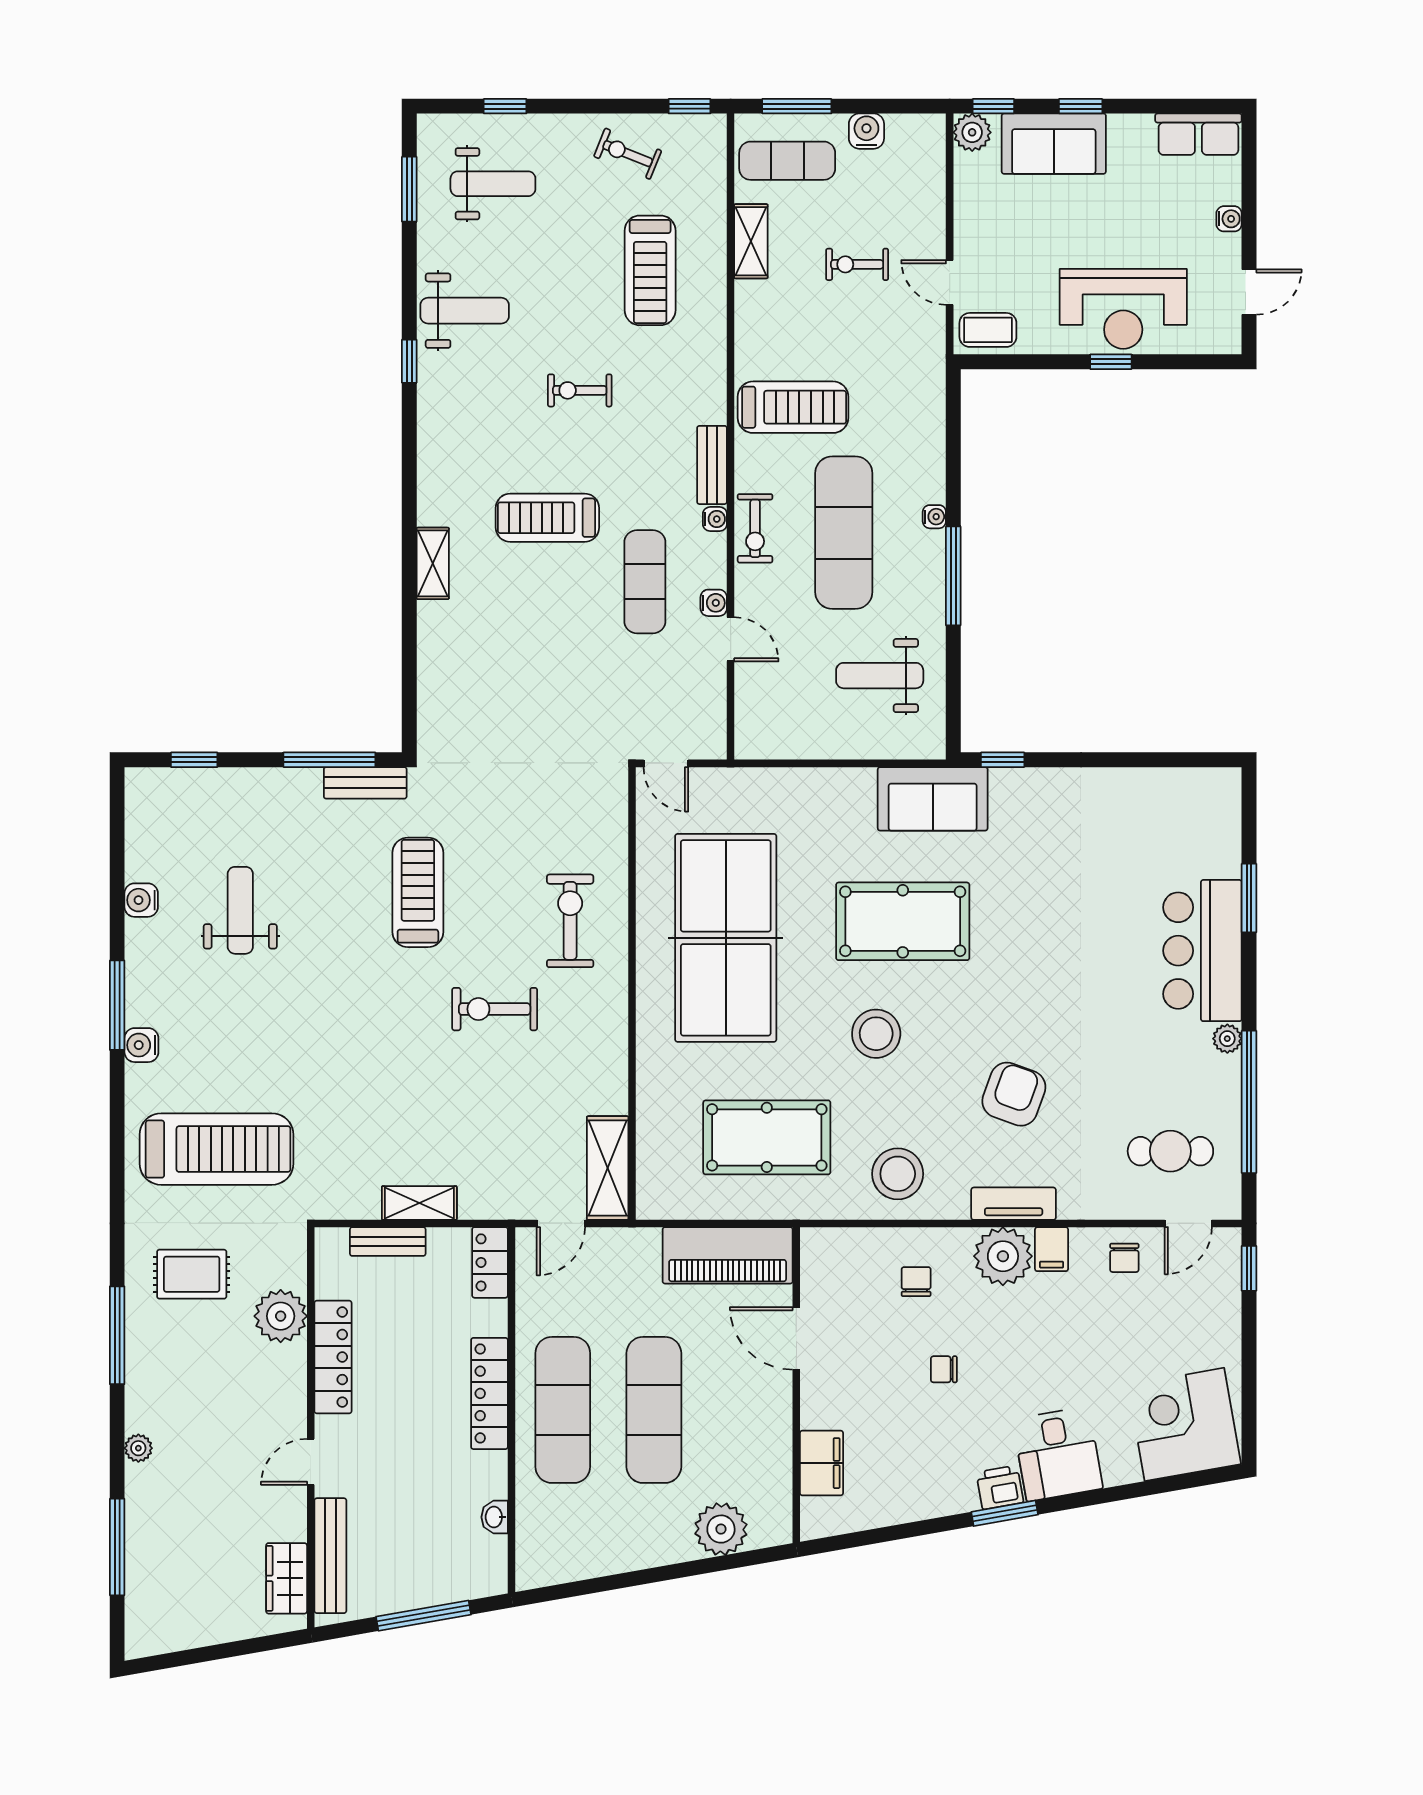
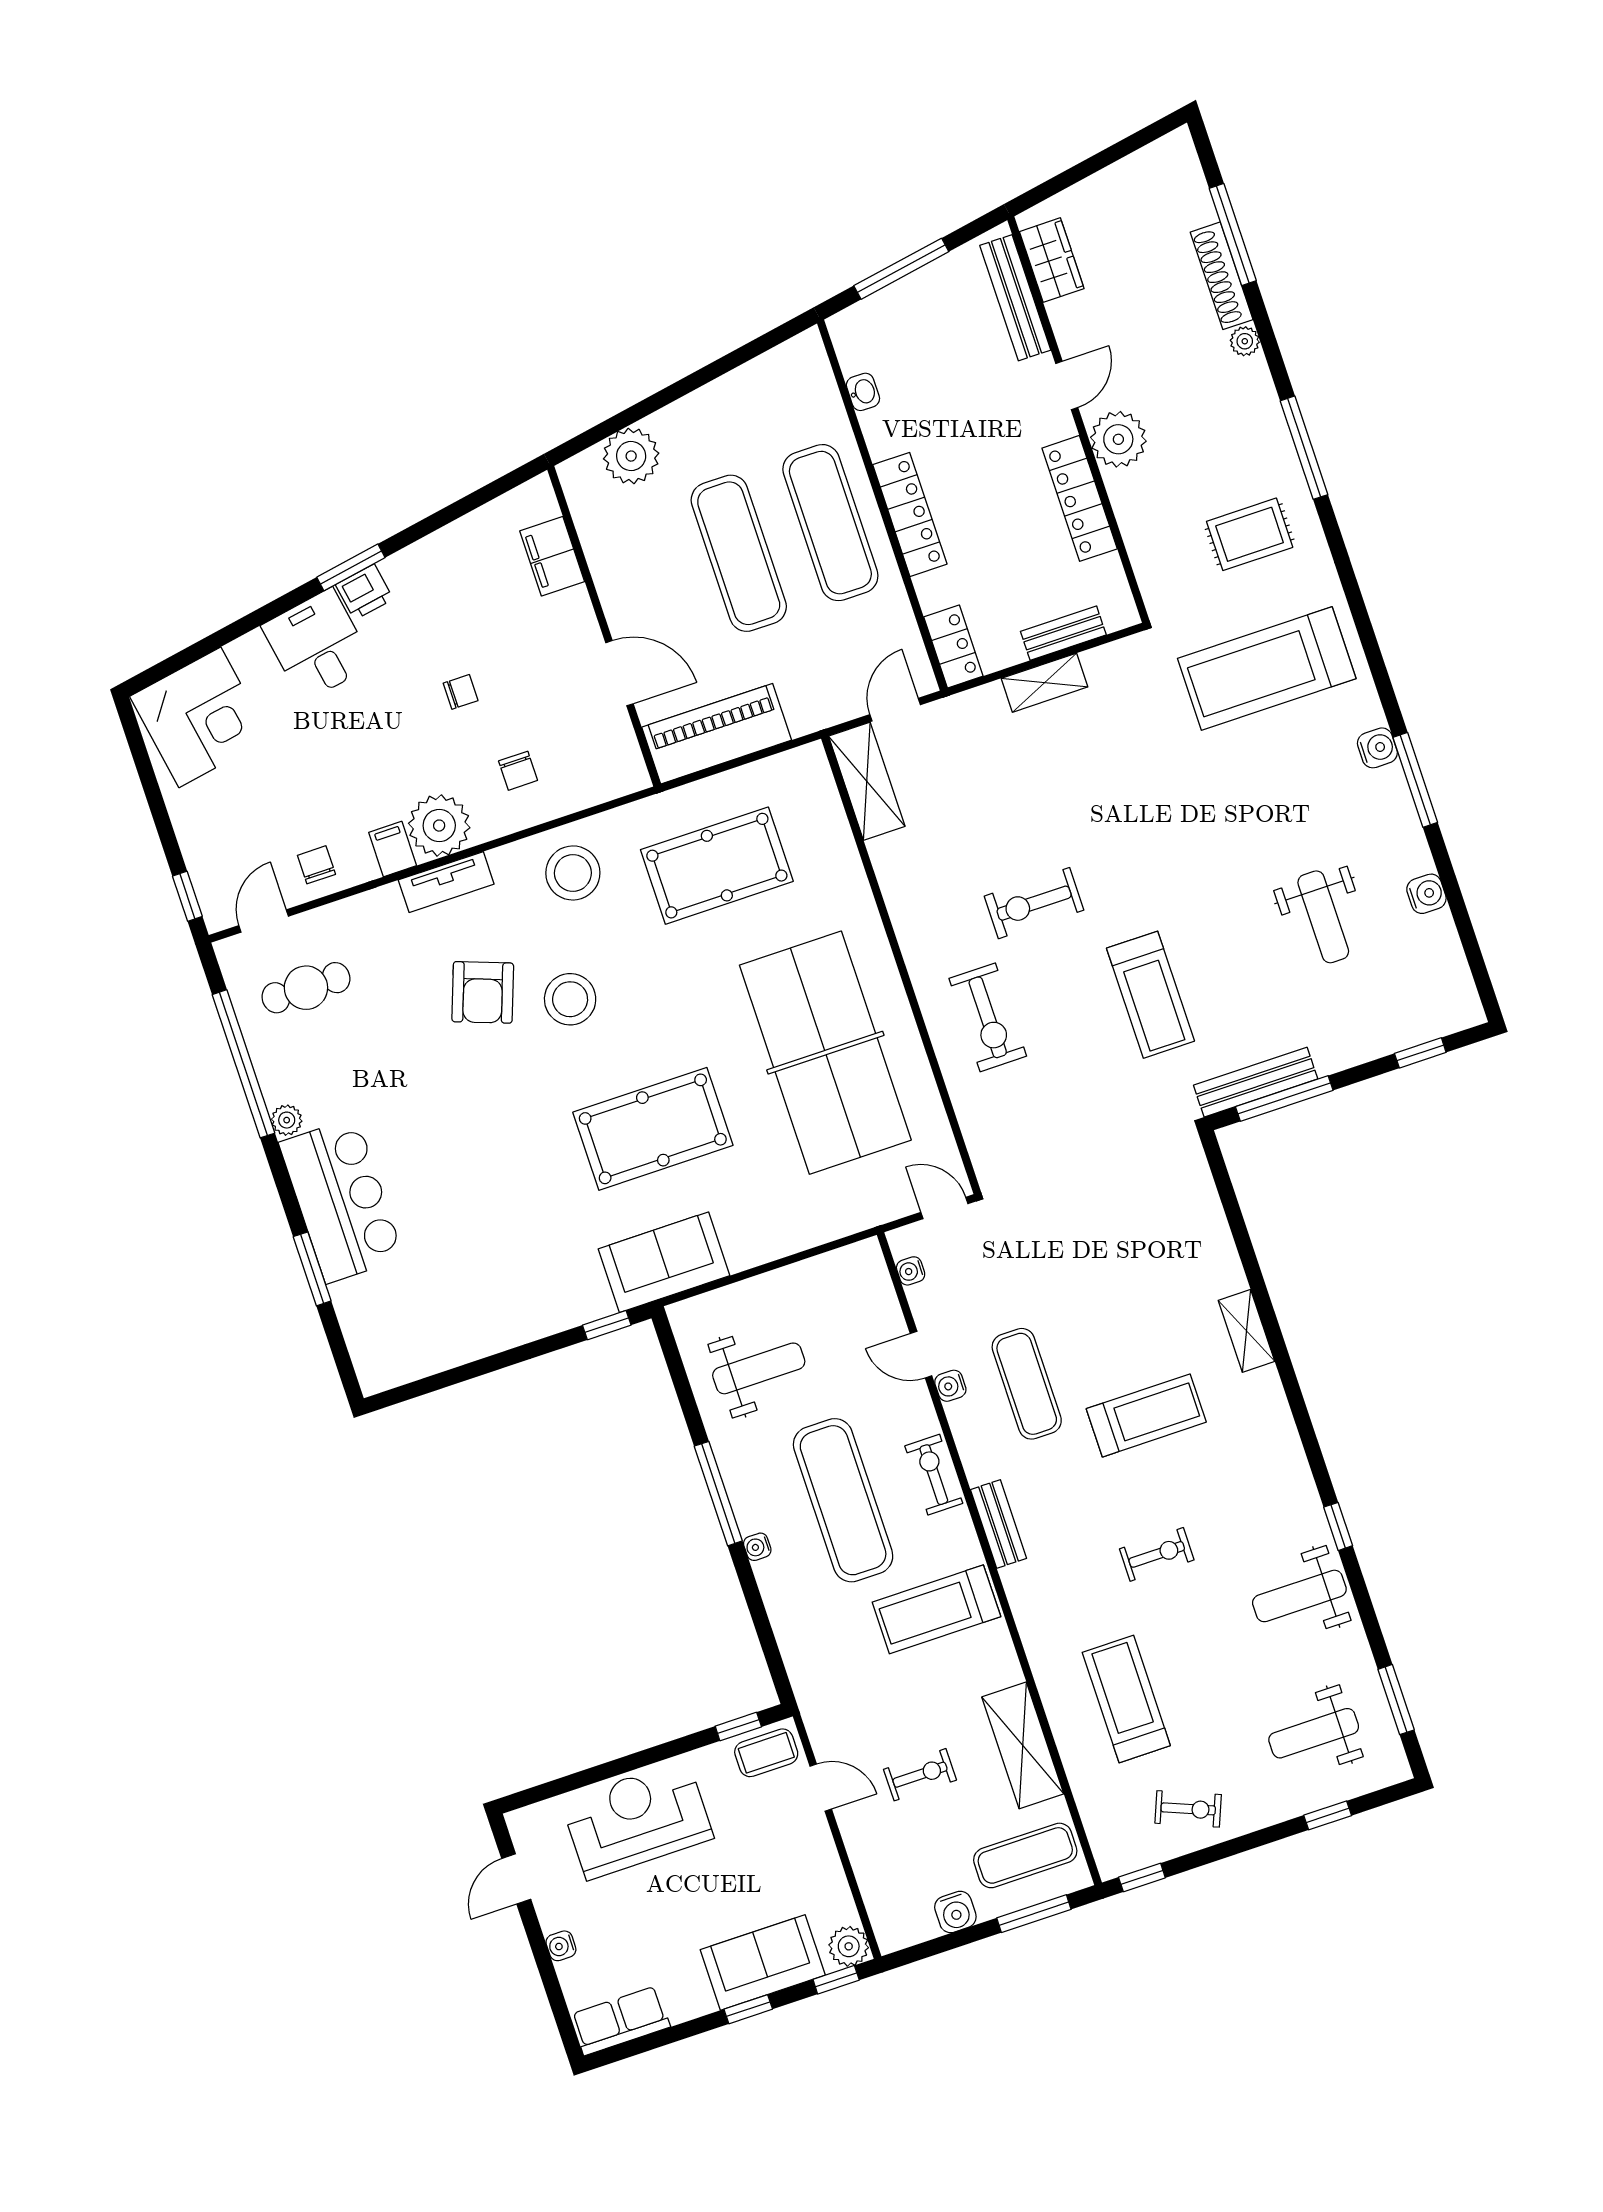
shelving: (751, 241) -> (1023, 1745), width x1.50, depth x1.33
window: (1111, 362) -> (738, 1726), moved
water cooler: (715, 519) -> (911, 1271), moved
bench: (365, 783) -> (1256, 1082), width x1.36
exercise bike: (495, 1009) -> (1034, 903), turned 180
stool: (876, 1034) -> (570, 999), moved
plant: (281, 1316) -> (1118, 439), moved
shoe rack: (139, 1513) -> (1222, 276), added

